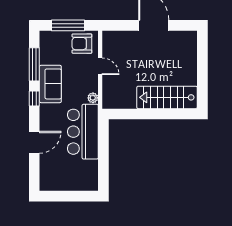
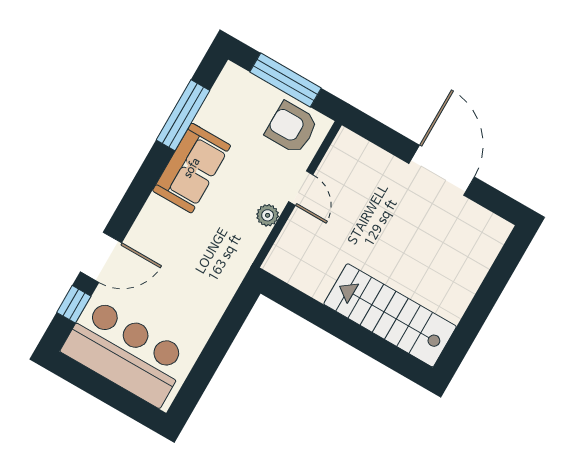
window: (34, 98) -> (74, 304), moved
plant: (93, 98) -> (268, 215), moved
bar counter: (83, 132) -> (126, 352), moved, turned 90

